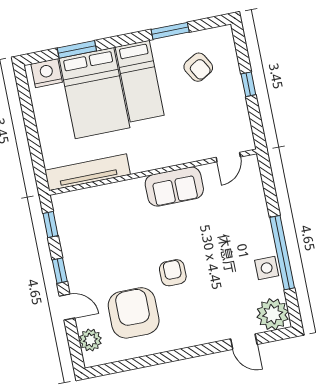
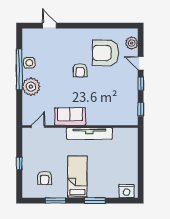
window: (77, 49) -> (95, 201), moved
armchair: (198, 67) -> (44, 178), turned -150
bed: (94, 93) -> (103, 175), removed
tv unit: (88, 172) -> (89, 133), moved
armchair: (134, 313) -> (106, 53), turned 90
plant: (273, 314) -> (31, 87), moved

